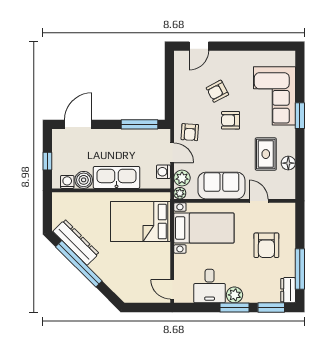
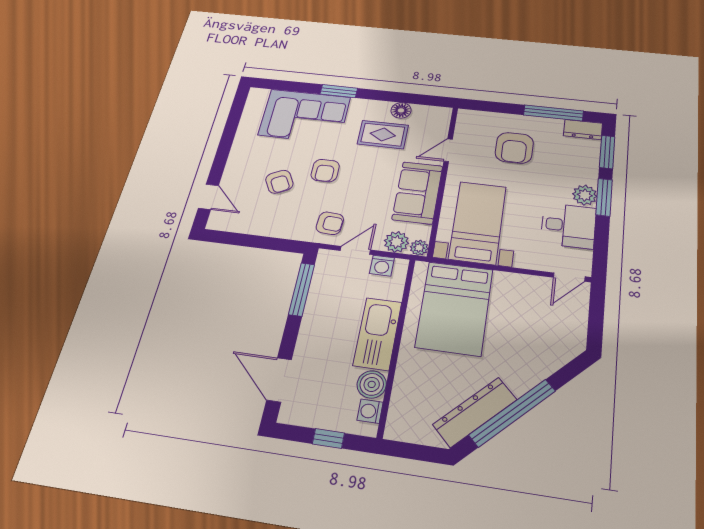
armchair: (266, 245) -> (514, 148), turned 90

